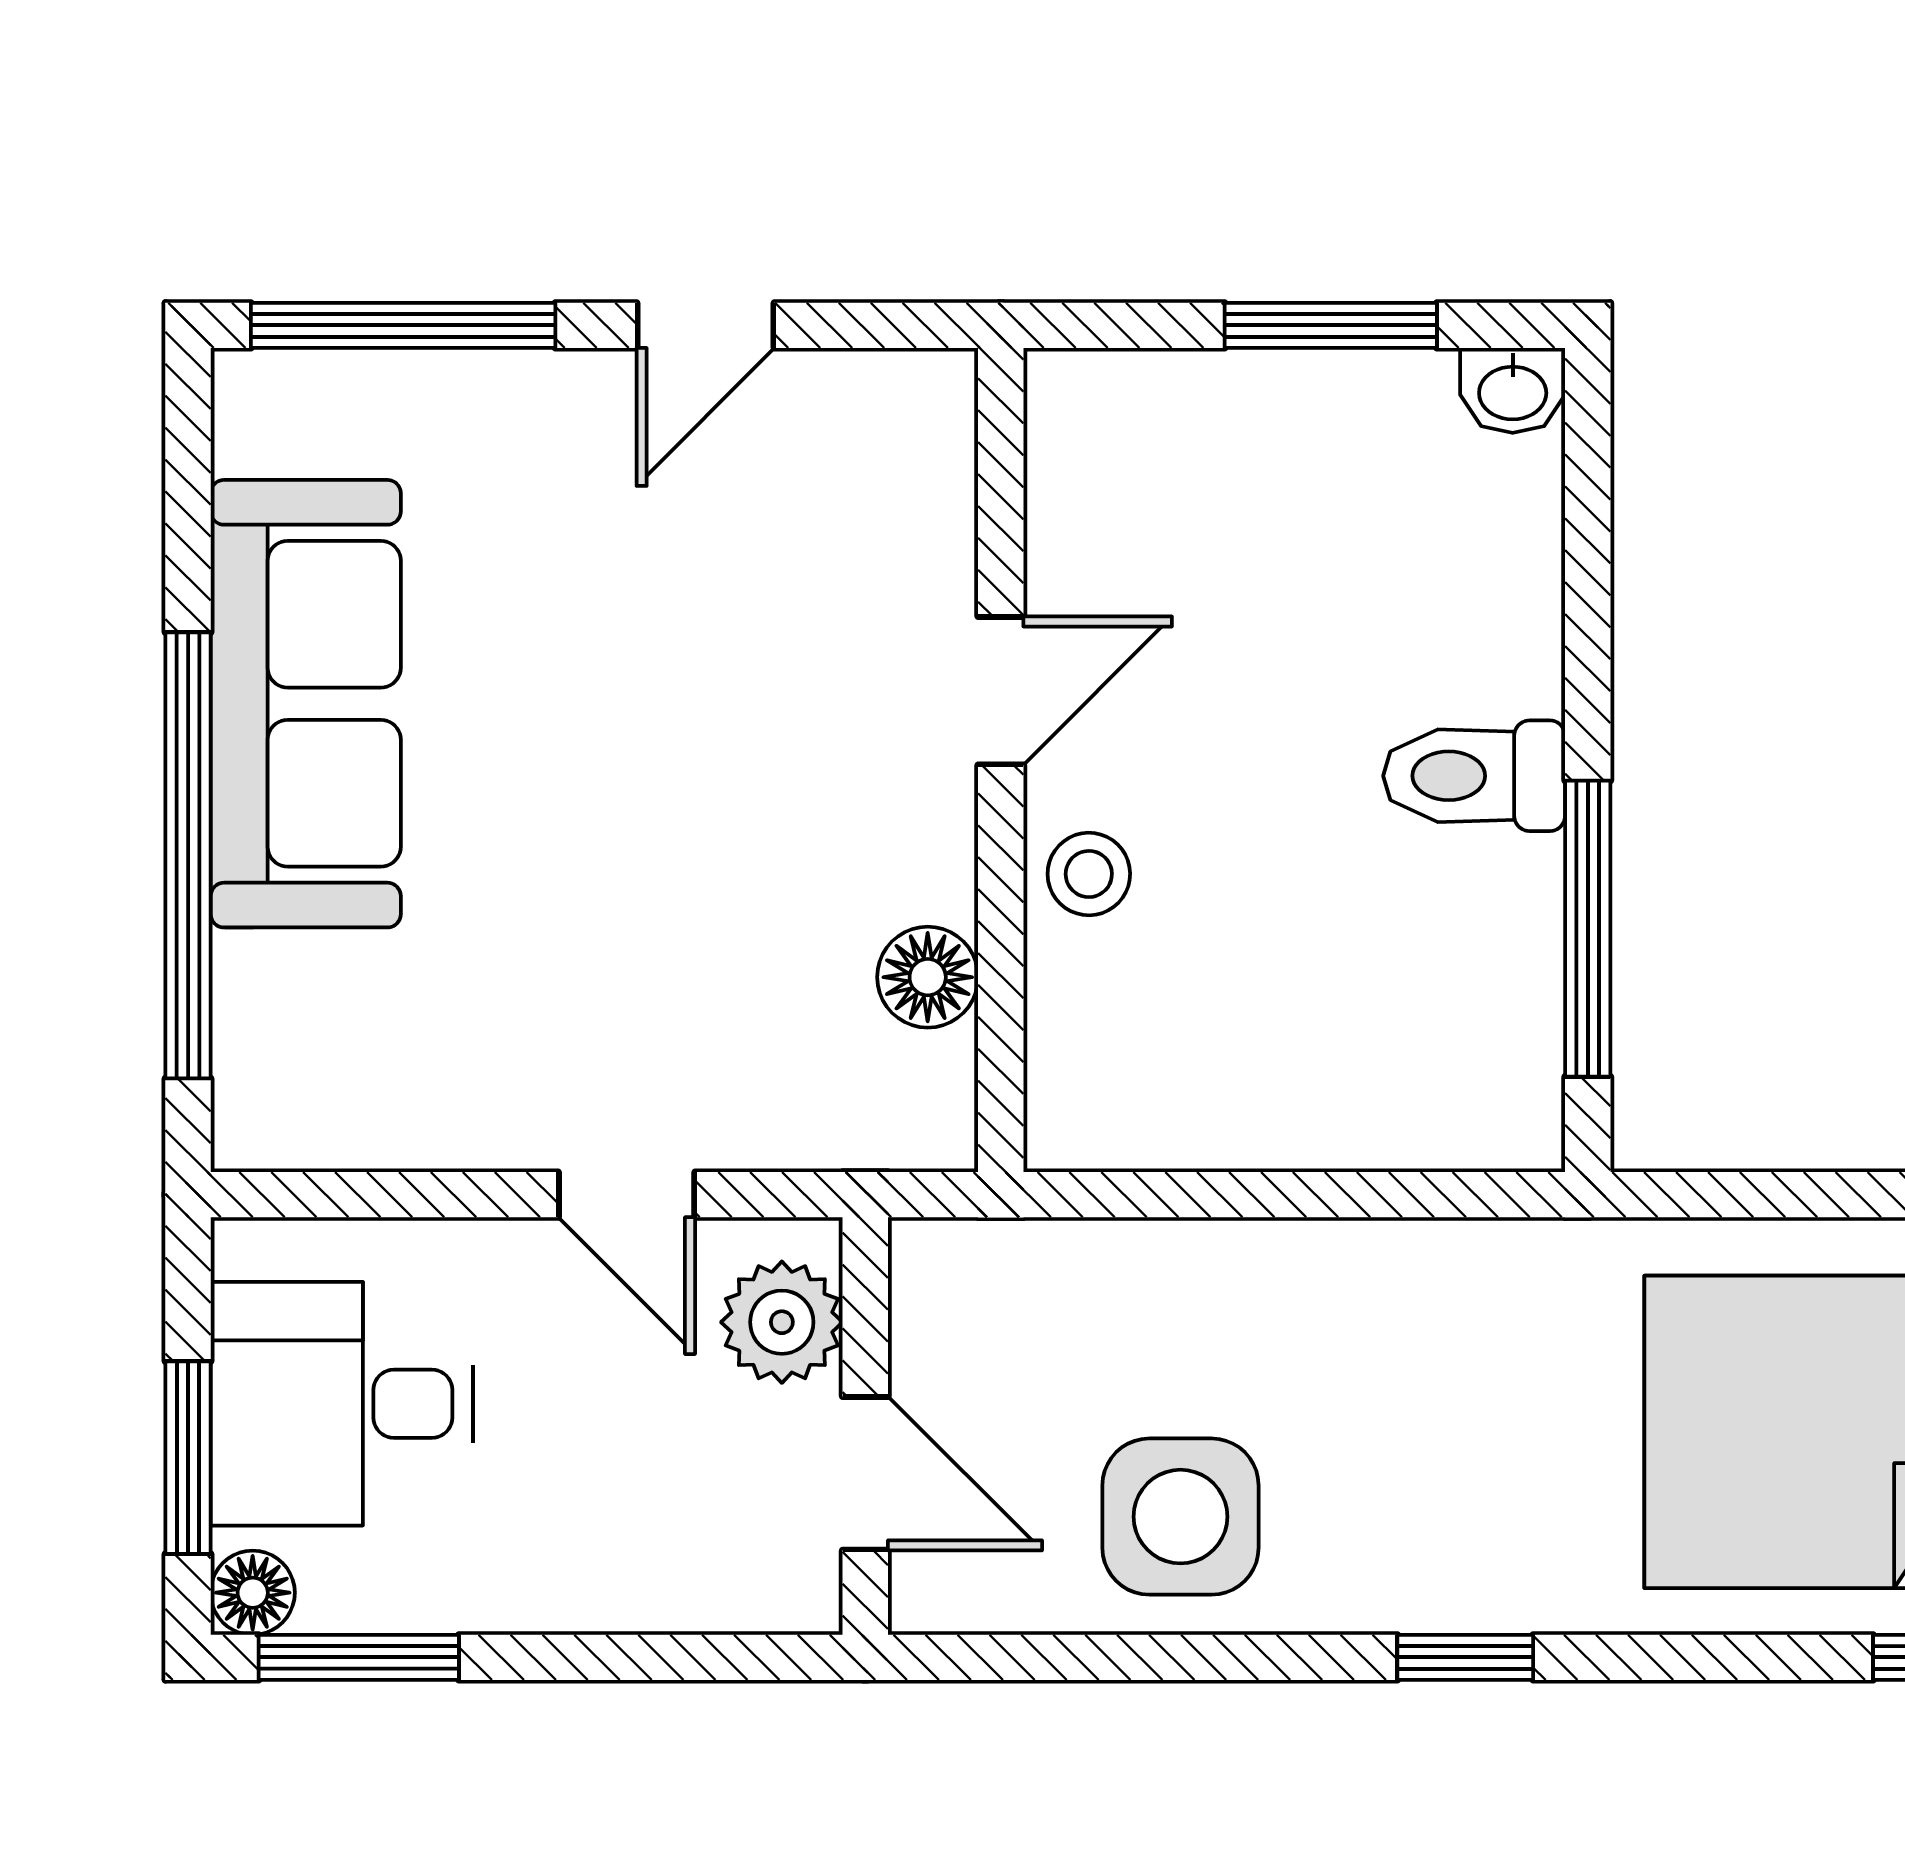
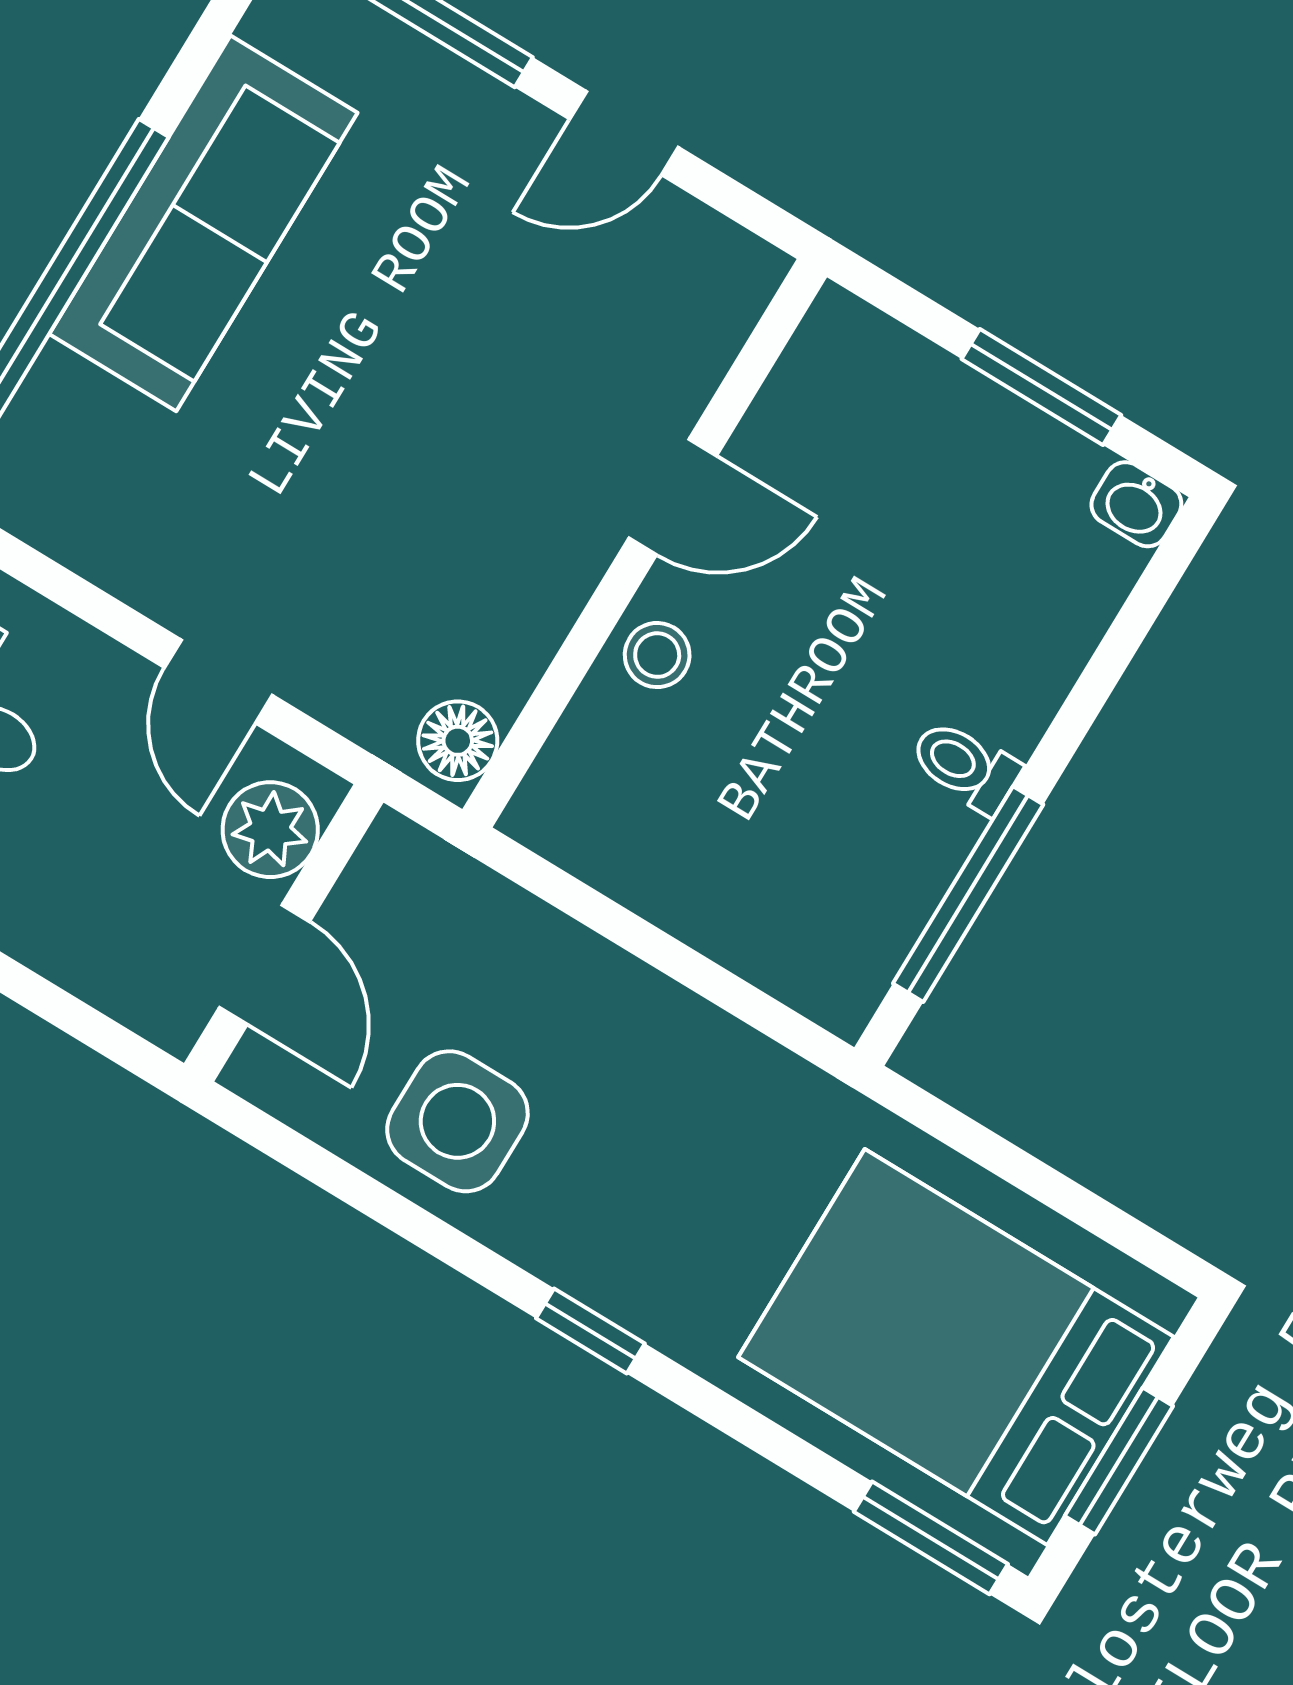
toilet: (1474, 776) -> (965, 766), width x0.73, depth x0.72
floor lamp: (928, 977) -> (458, 741), moved

